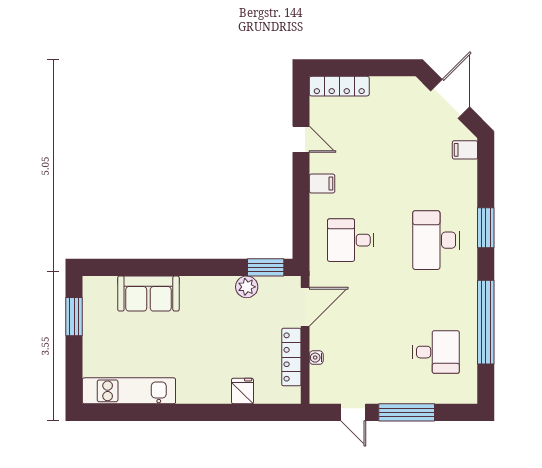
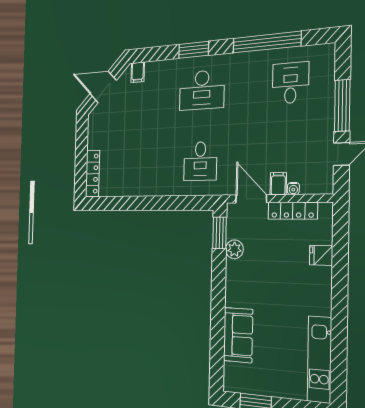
door: (301, 139) -> (127, 203), removed
filing cabinet: (322, 184) -> (278, 184), moved

